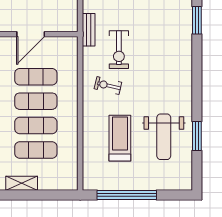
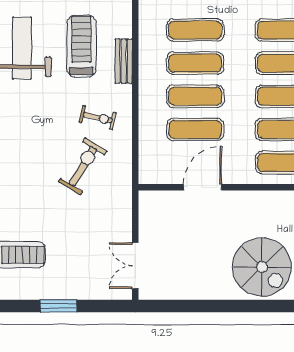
bench: (89, 30) -> (124, 61), moved
exercise bike: (119, 50) -> (83, 166), turned 31
treadmill: (120, 138) -> (81, 46), turned 180

